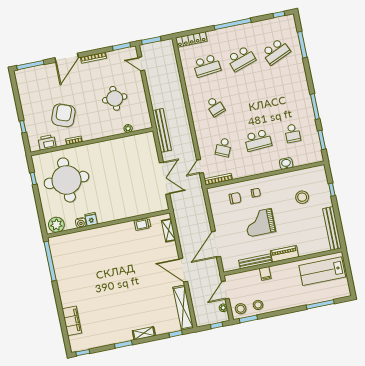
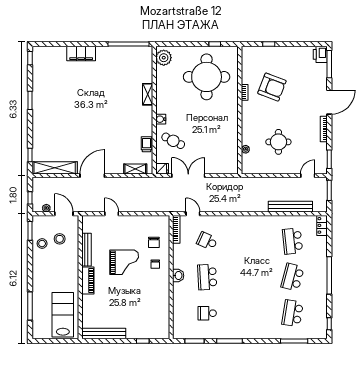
locker: (191, 40) -> (322, 225), width x0.66
school desk: (276, 52) -> (293, 313), turned 33
door: (67, 58) -> (329, 102), swing flipped
school desk: (241, 59) -> (293, 277), turned 33
school desk: (215, 106) -> (250, 241), removed
bench: (162, 130) -> (290, 207), moved
printer: (47, 142) -> (320, 54), moved, turned 180
washbasin: (286, 164) -> (178, 276), moved
double door: (165, 178) -> (188, 176), swing flipped
stool: (302, 197) -> (141, 310), removed
cafe table: (134, 199) -> (173, 141), added
fridge: (91, 219) -> (162, 169), moved
water cooler: (81, 223) -> (161, 119), moved
grand piano: (260, 223) -> (124, 262), turned 90
door: (216, 244) -> (112, 214), width x0.53
filing cabinet: (265, 273) -> (72, 257), removed
stool: (241, 309) -> (60, 239), moved
filing cabinet: (72, 321) -> (81, 54), moved
shelving: (144, 333) -> (148, 94), moved

